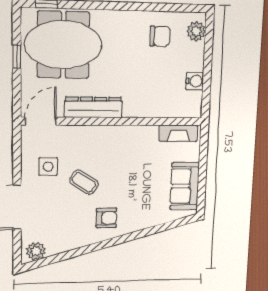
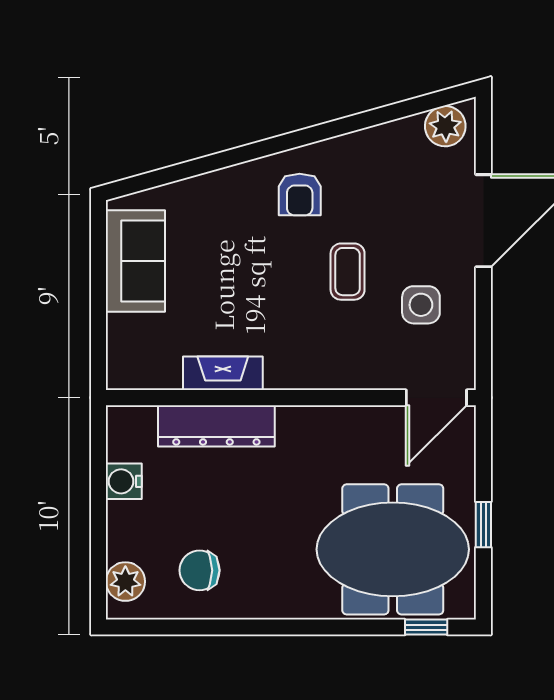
dresser: (93, 107) -> (216, 426), moved
fireplace: (178, 133) -> (223, 373), moved
coffee table: (84, 182) -> (348, 272), turned 56
armchair: (106, 218) -> (300, 195), turned -90

